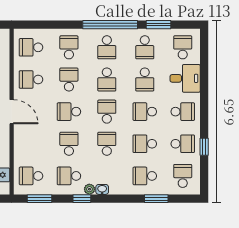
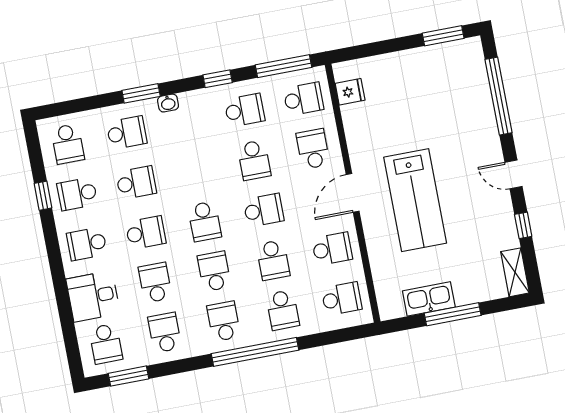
window: (110, 25) -> (255, 352), moved
window: (158, 25) -> (129, 376), moved
door: (12, 112) -> (353, 193), hinge flipped
school desk: (107, 144) -> (313, 149), moved, turned 180
plant: (89, 189) -> (209, 96), removed
washbasin: (102, 189) -> (168, 103), moved
window: (39, 199) -> (284, 66), width x1.44
window: (156, 199) -> (141, 93), moved

